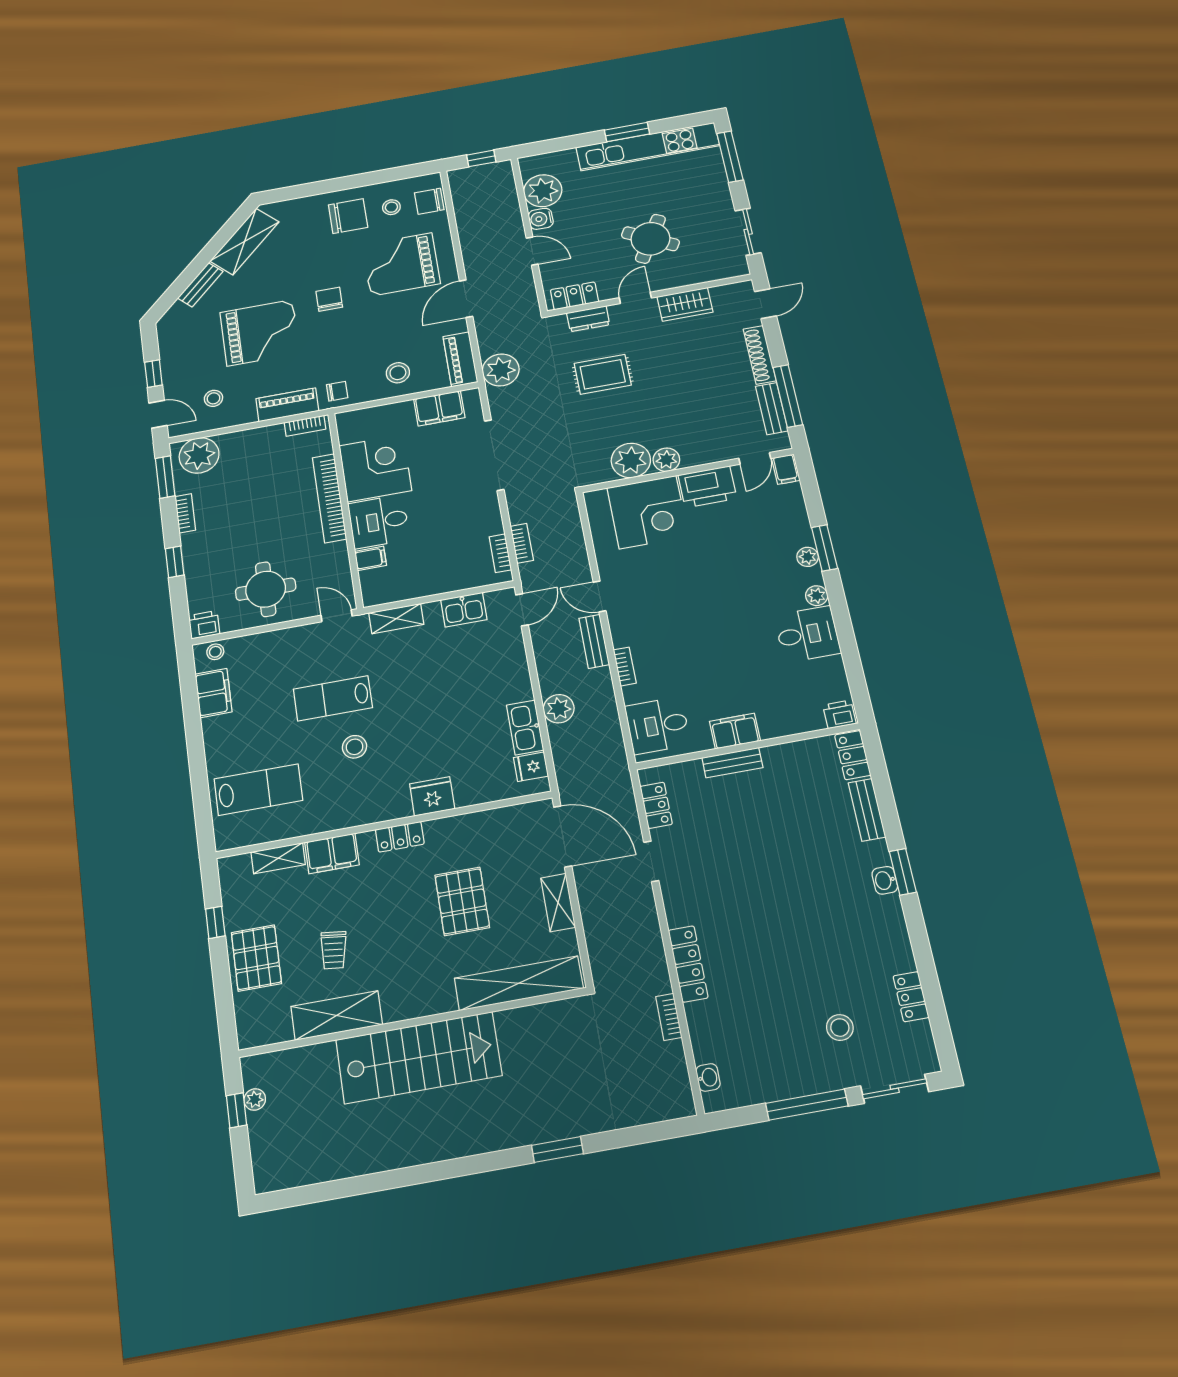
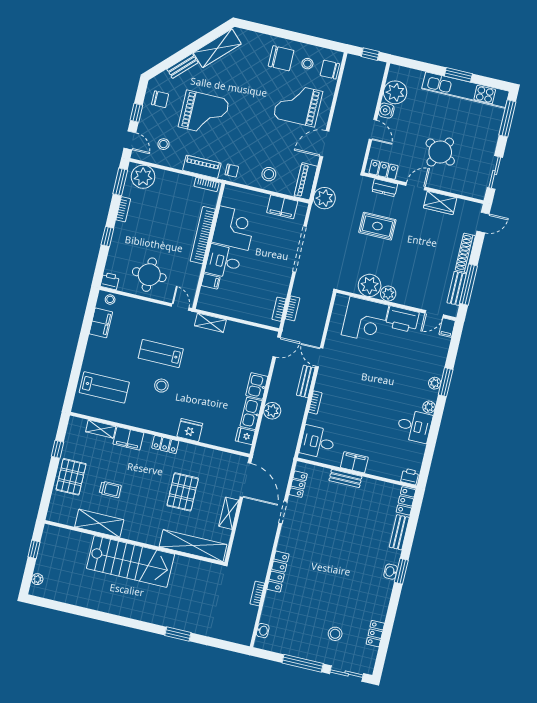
chair: (329, 299) -> (160, 99), moved, turned 90
kitchen sink: (464, 610) -> (257, 386), moved, turned 90
trolley: (334, 950) -> (110, 489), turned -97
plant: (255, 1099) -> (37, 579), moved

